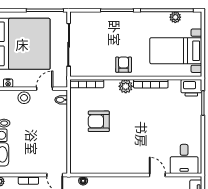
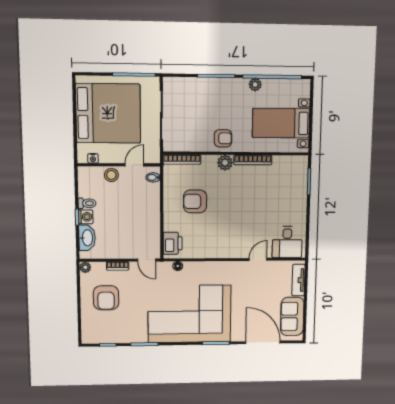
plant: (175, 17) -> (255, 85), moved
armchair: (124, 65) -> (223, 138), turned 90
printer: (191, 88) -> (173, 243), moved, turned -90
door: (157, 175) -> (258, 259), hinge flipped

